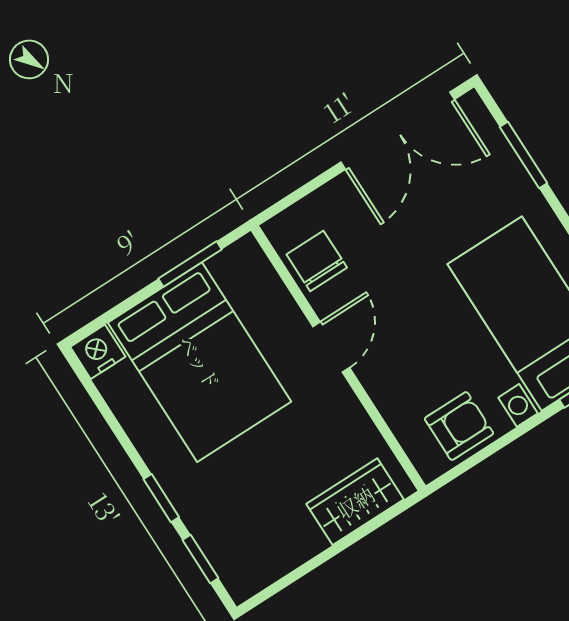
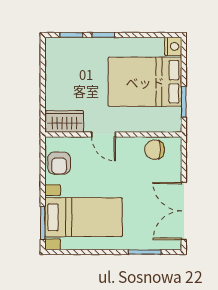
chair: (317, 261) -> (155, 150), turned 180
door: (331, 347) -> (104, 134), moved
wardrobe: (355, 502) -> (65, 121), moved, turned -90

